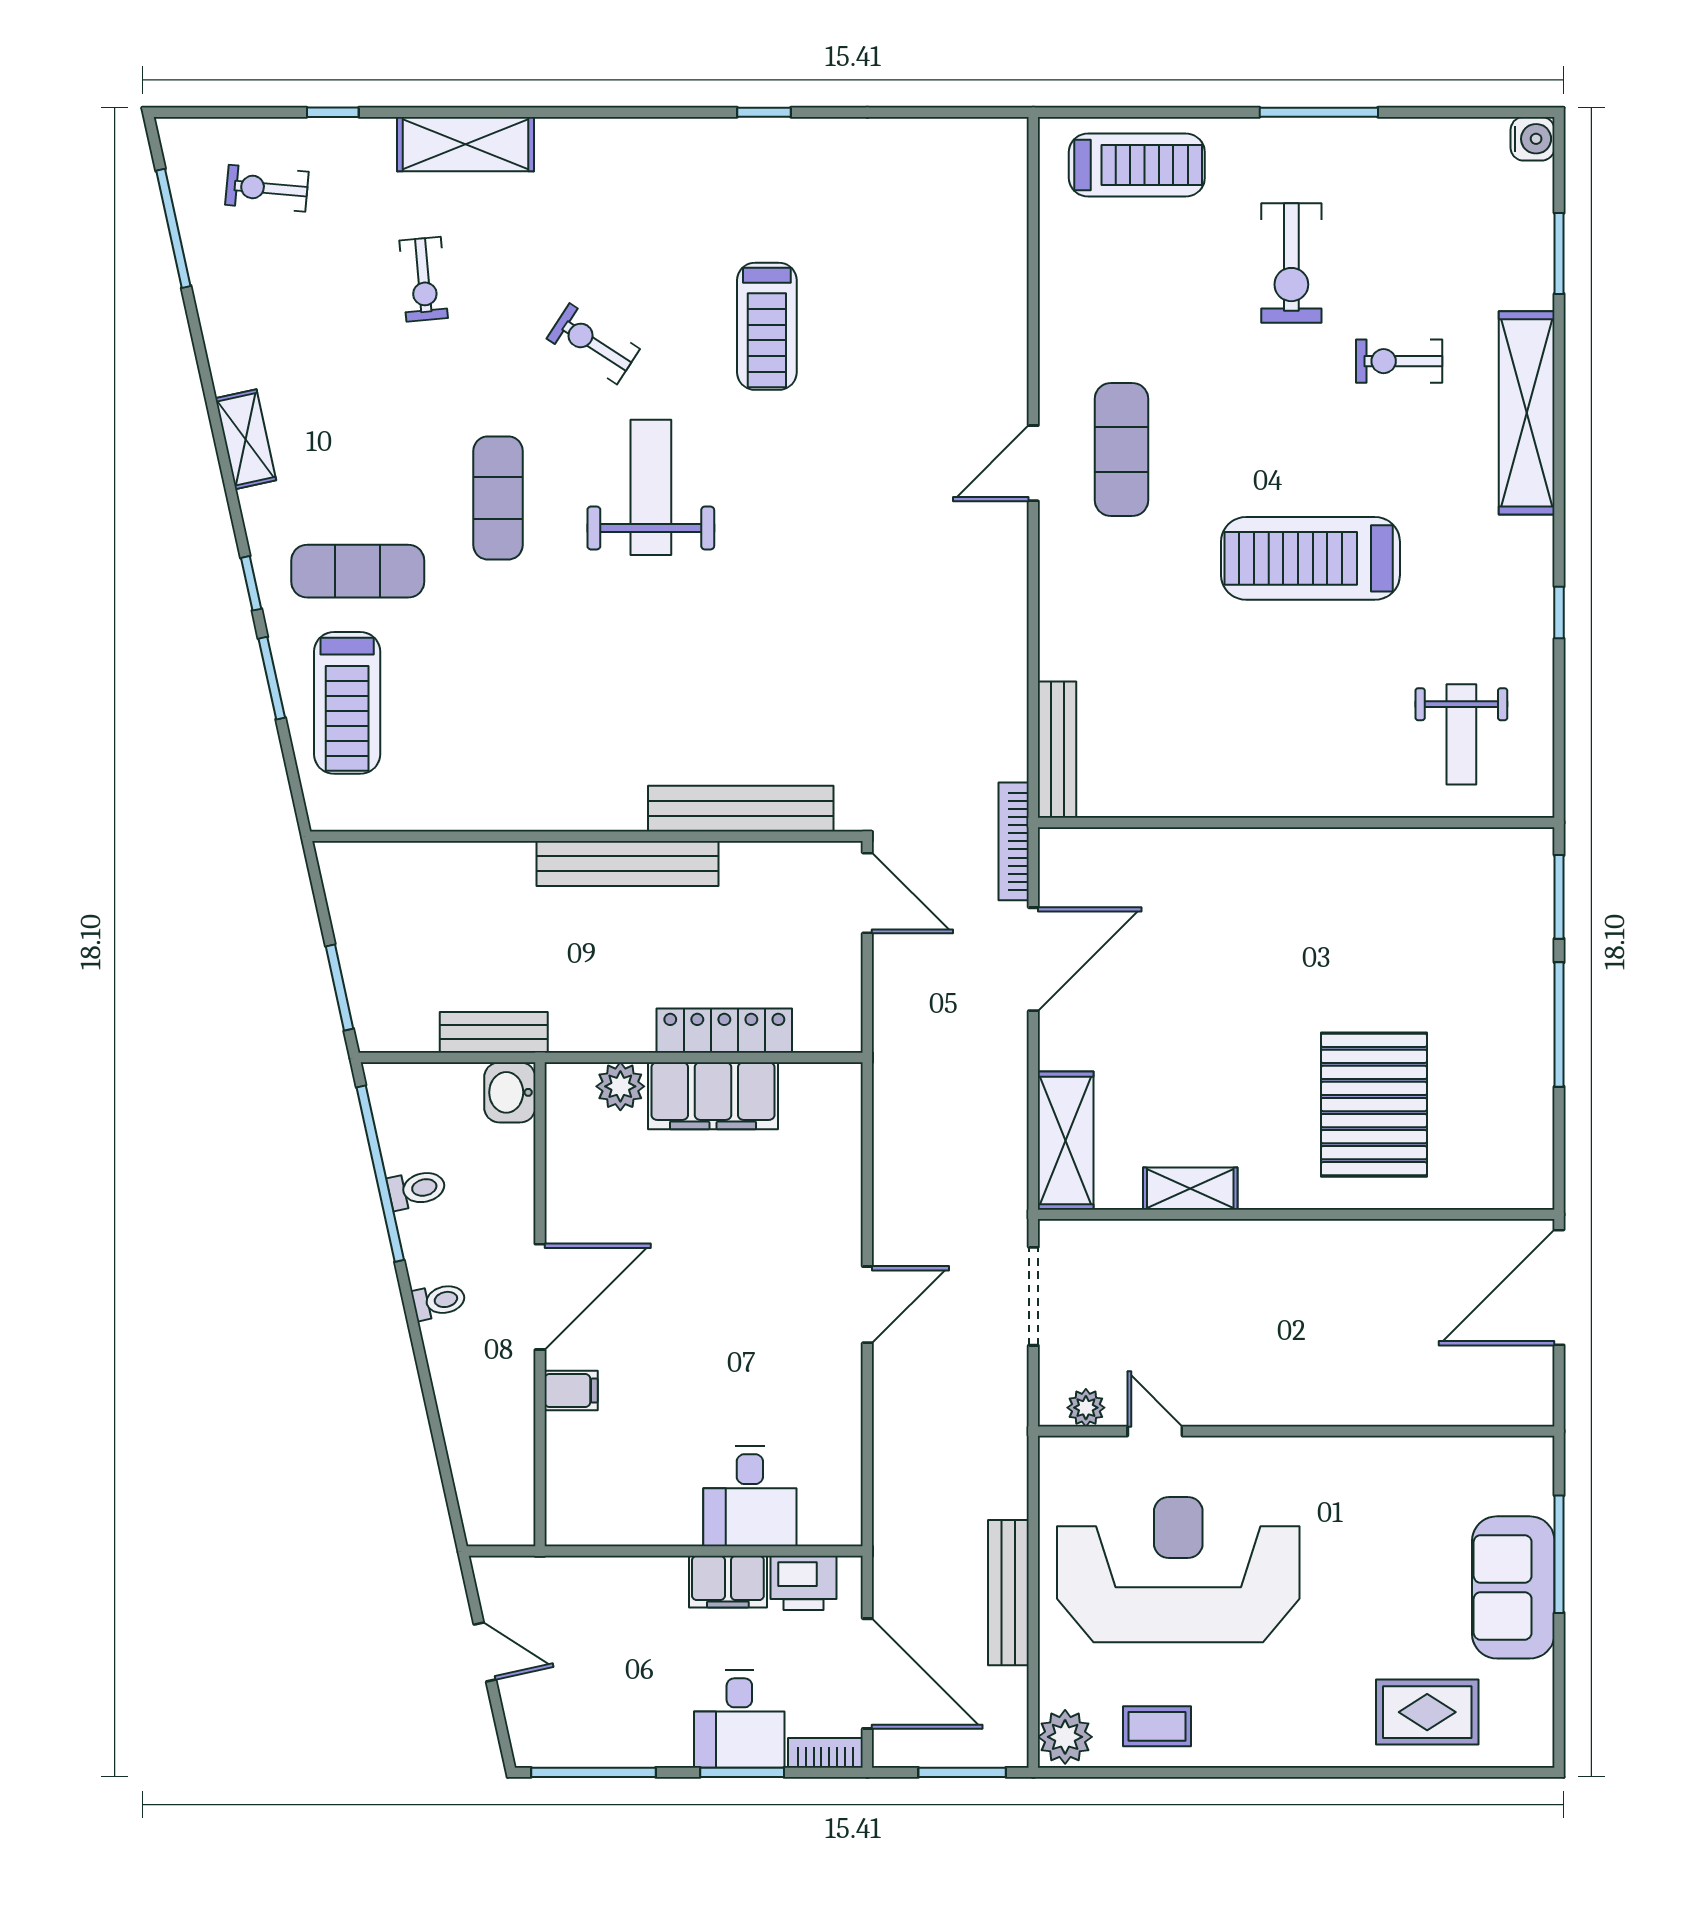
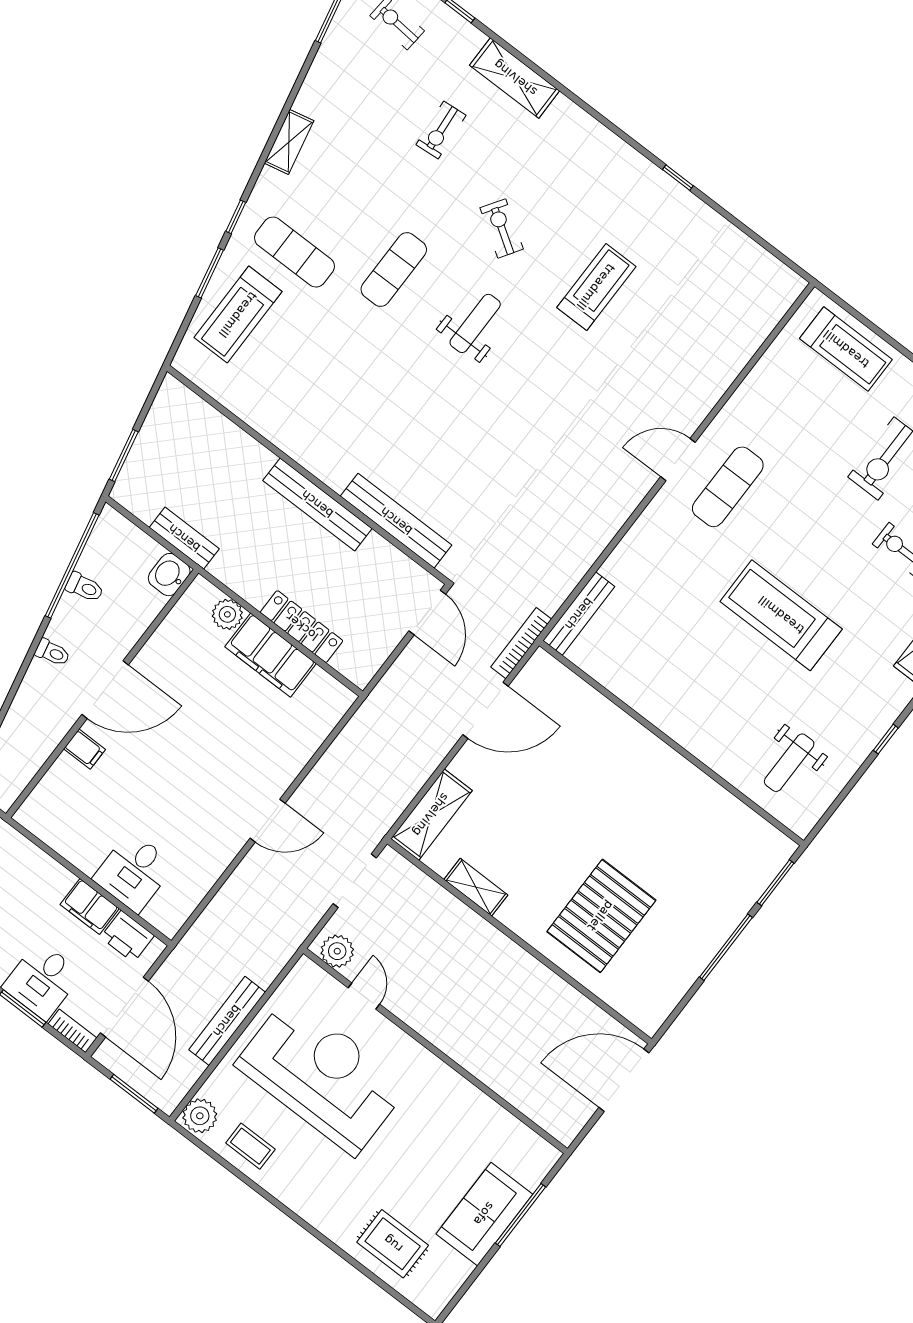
treadmill: (767, 326) -> (596, 287), turned 180
weight bench: (651, 487) -> (475, 323), width x0.73, depth x0.75
plant: (1086, 1408) -> (337, 951), width x1.38, depth x1.38

